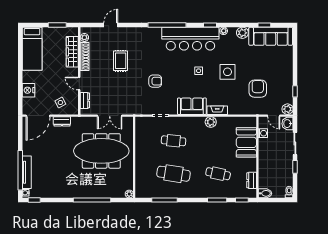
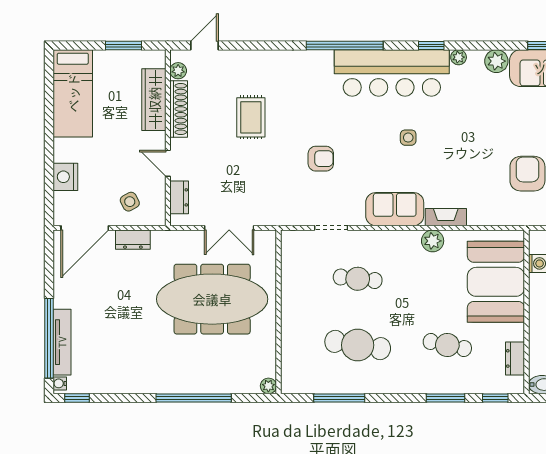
door: (111, 25) -> (204, 45), moved
side table: (227, 72) -> (466, 140), removed
booth: (246, 142) -> (496, 282), width x1.36, depth x1.42

